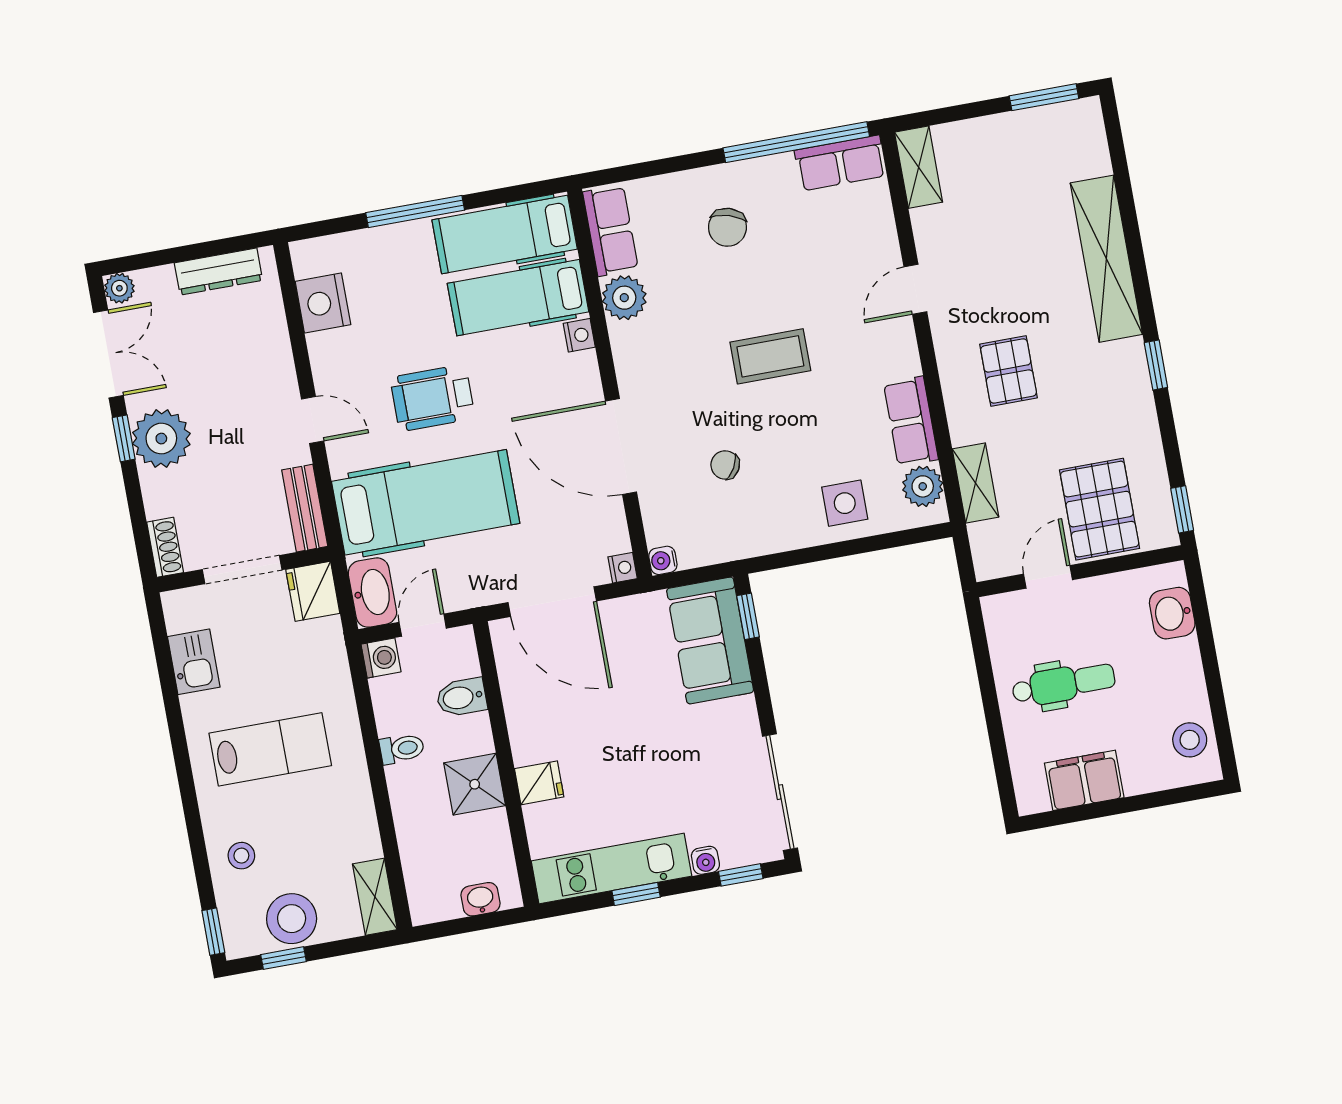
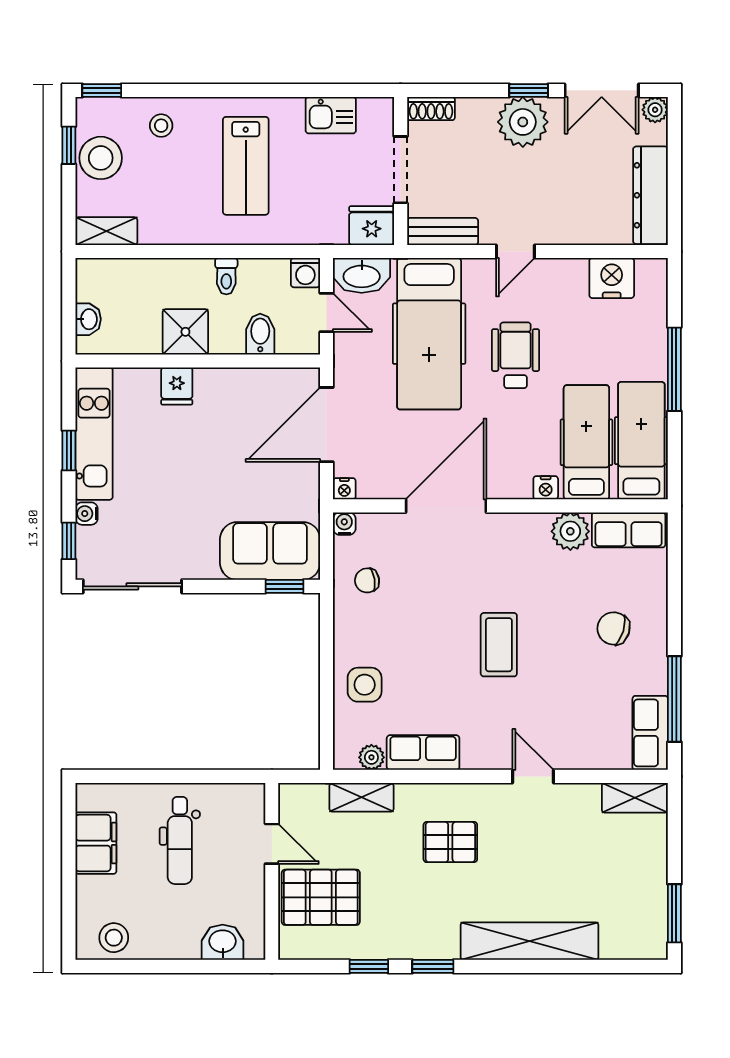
window: (796, 142) -> (674, 699), width x0.68
dresser: (218, 272) -> (650, 195), width x1.37, depth x1.24
chair: (725, 465) -> (367, 580), moved, turned -130
plant: (923, 486) -> (371, 757), width x0.73, depth x0.73
window: (1182, 509) -> (369, 966), moved

